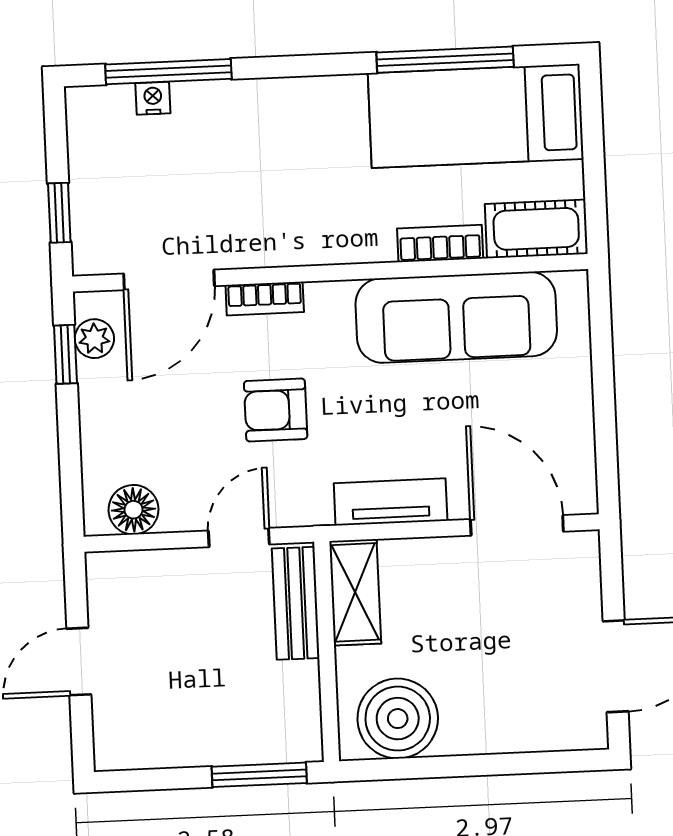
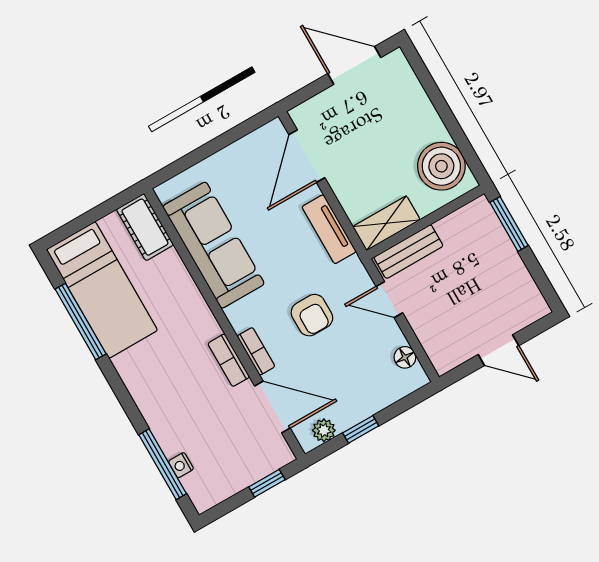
bookcase: (440, 243) -> (229, 360), moved
window: (65, 354) -> (361, 429), moved
floor lamp: (133, 510) -> (405, 357), width x0.73, depth x0.73

